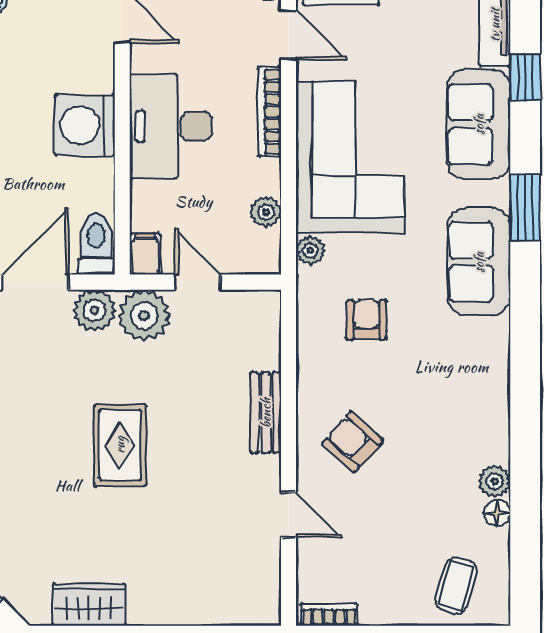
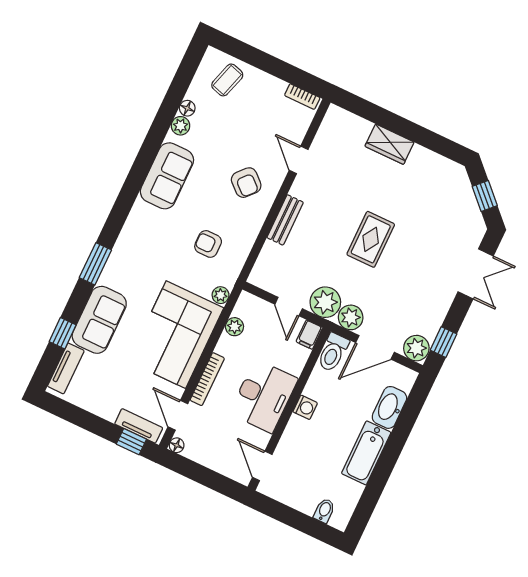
washing machine: (85, 125) -> (305, 407), width x0.53, depth x0.53
sofa: (479, 262) -> (167, 176), moved
armchair: (367, 320) -> (208, 244), turned 90
wardrobe: (89, 605) -> (390, 144), moved

